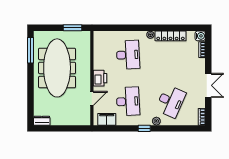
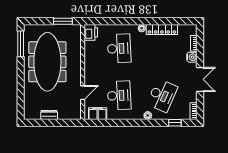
water cooler: (200, 36) -> (192, 57), moved
printer: (100, 78) -> (91, 32), moved
dresser: (42, 121) -> (49, 115), moved
window: (144, 128) -> (175, 123), moved

